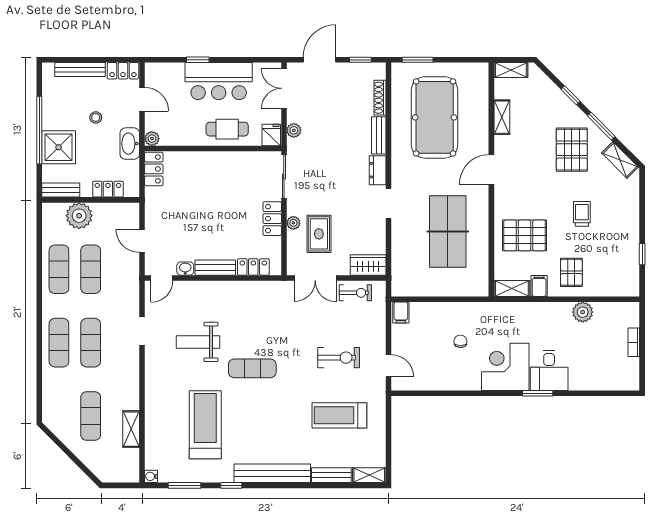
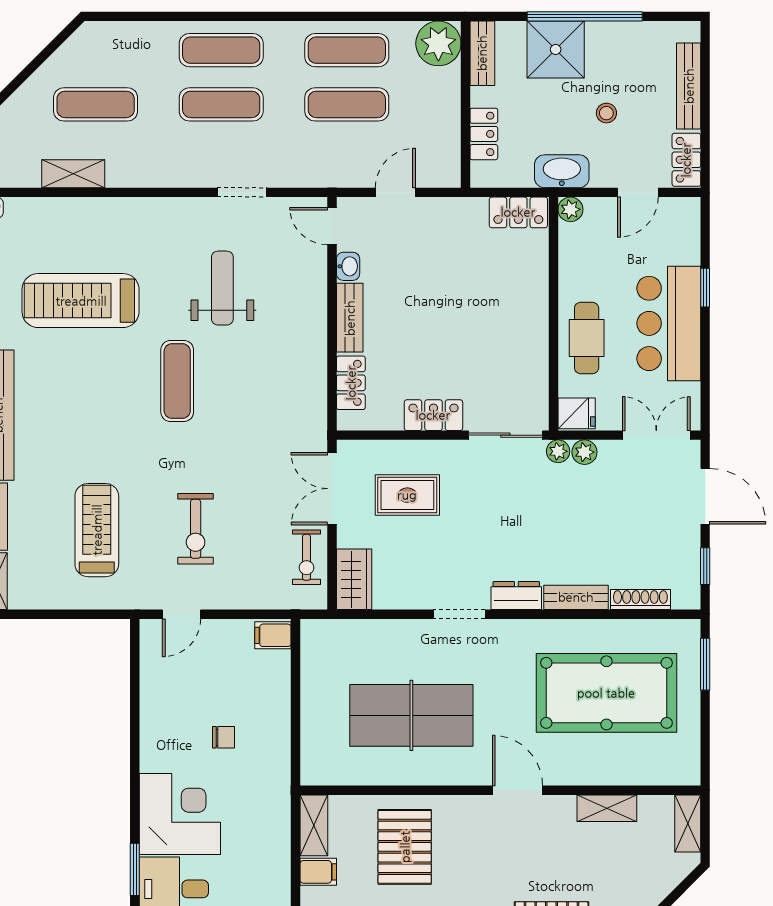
plant: (79, 216) -> (438, 43), moved
plant: (293, 223) -> (558, 451), moved
treadmill: (205, 425) -> (81, 301), turned 180

